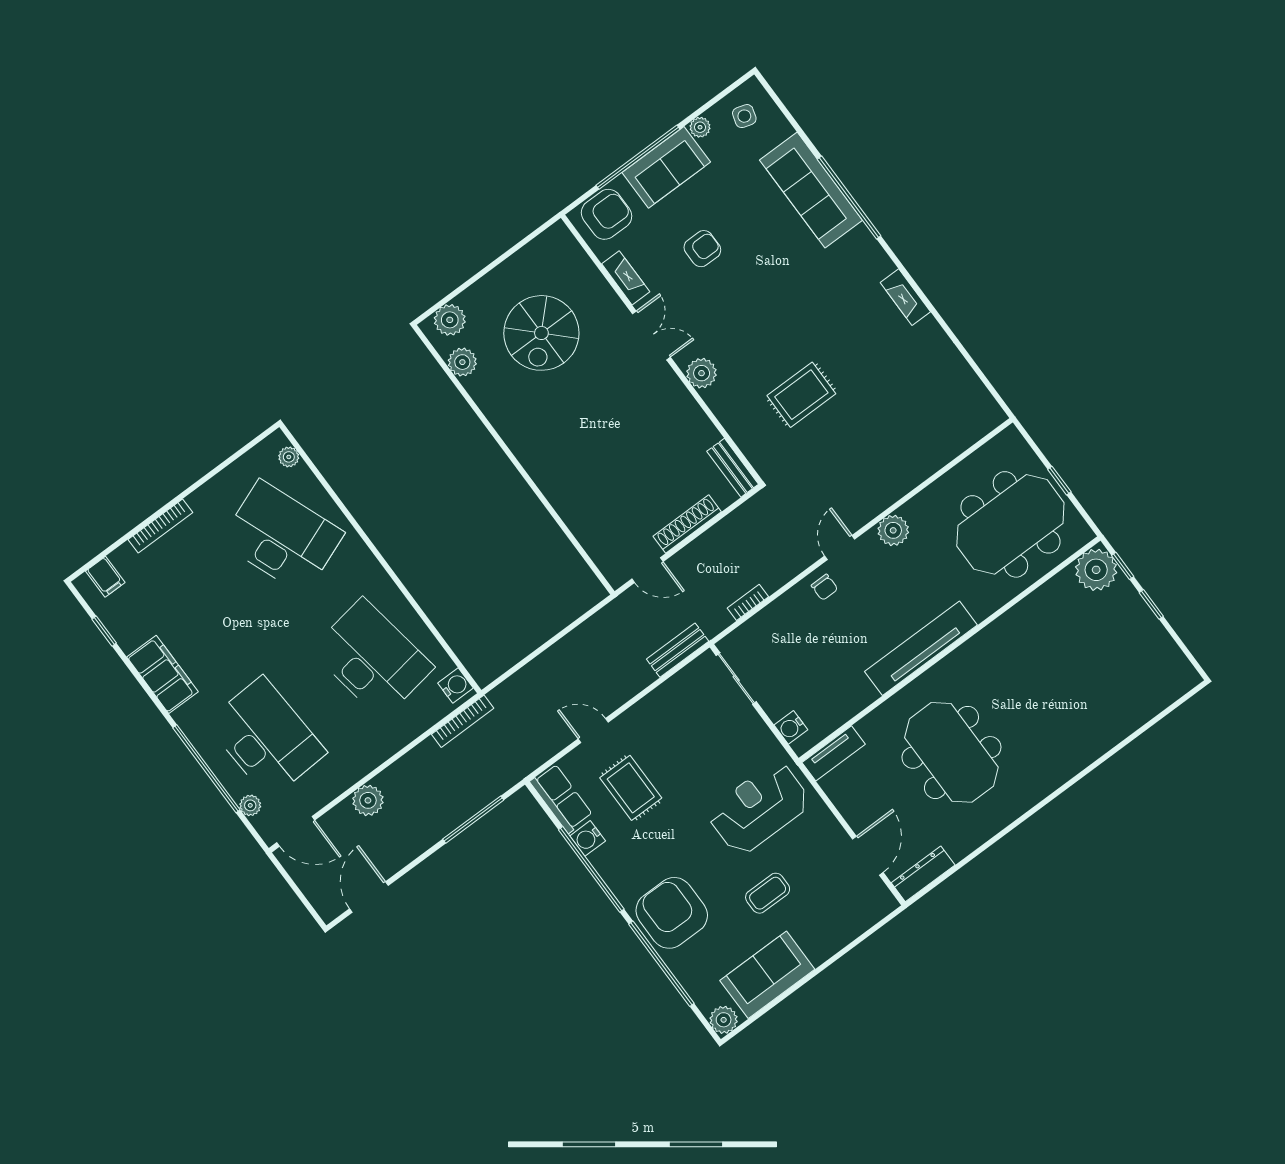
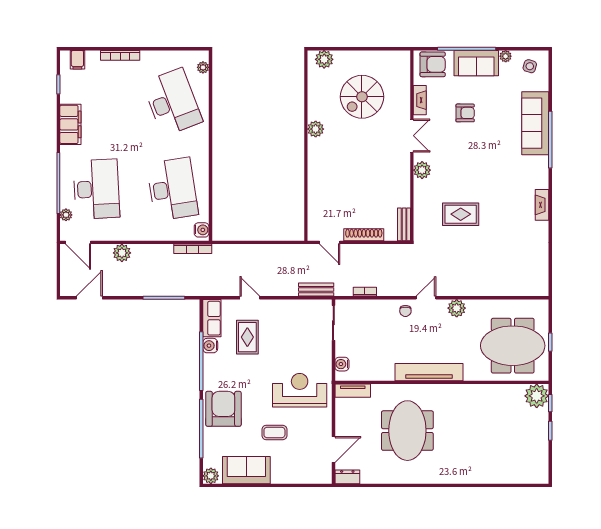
plant: (462, 362) -> (316, 129), moved
dresser: (923, 874) -> (347, 477), width x0.70

